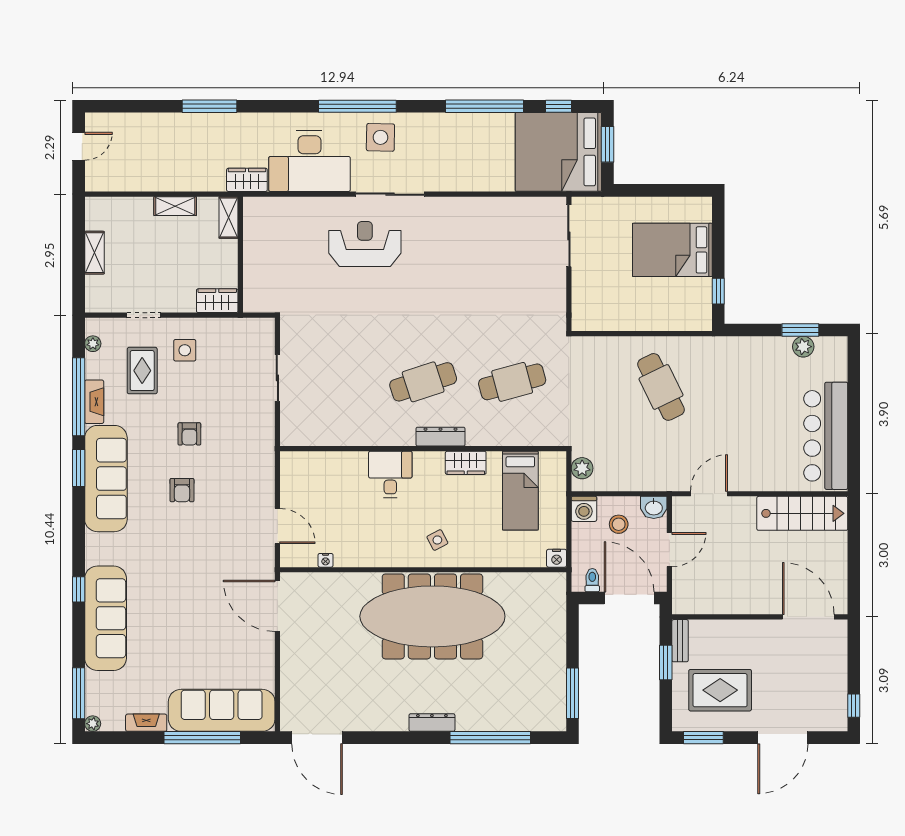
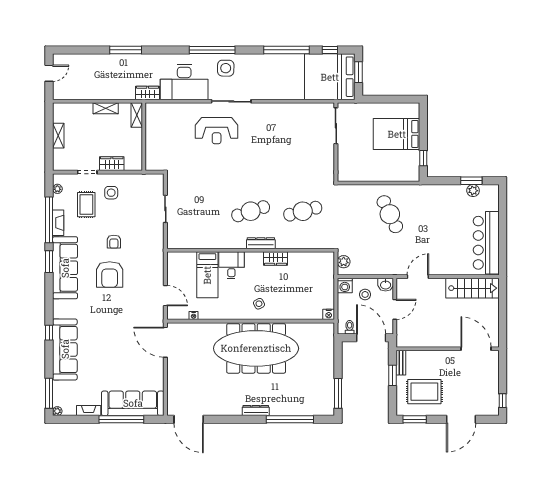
reception desk: (365, 244) -> (217, 131), turned 180
wardrobe: (217, 301) -> (112, 164), moved
armchair: (182, 490) -> (110, 275), width x1.88, depth x1.88
bed: (520, 491) -> (207, 275), moved

